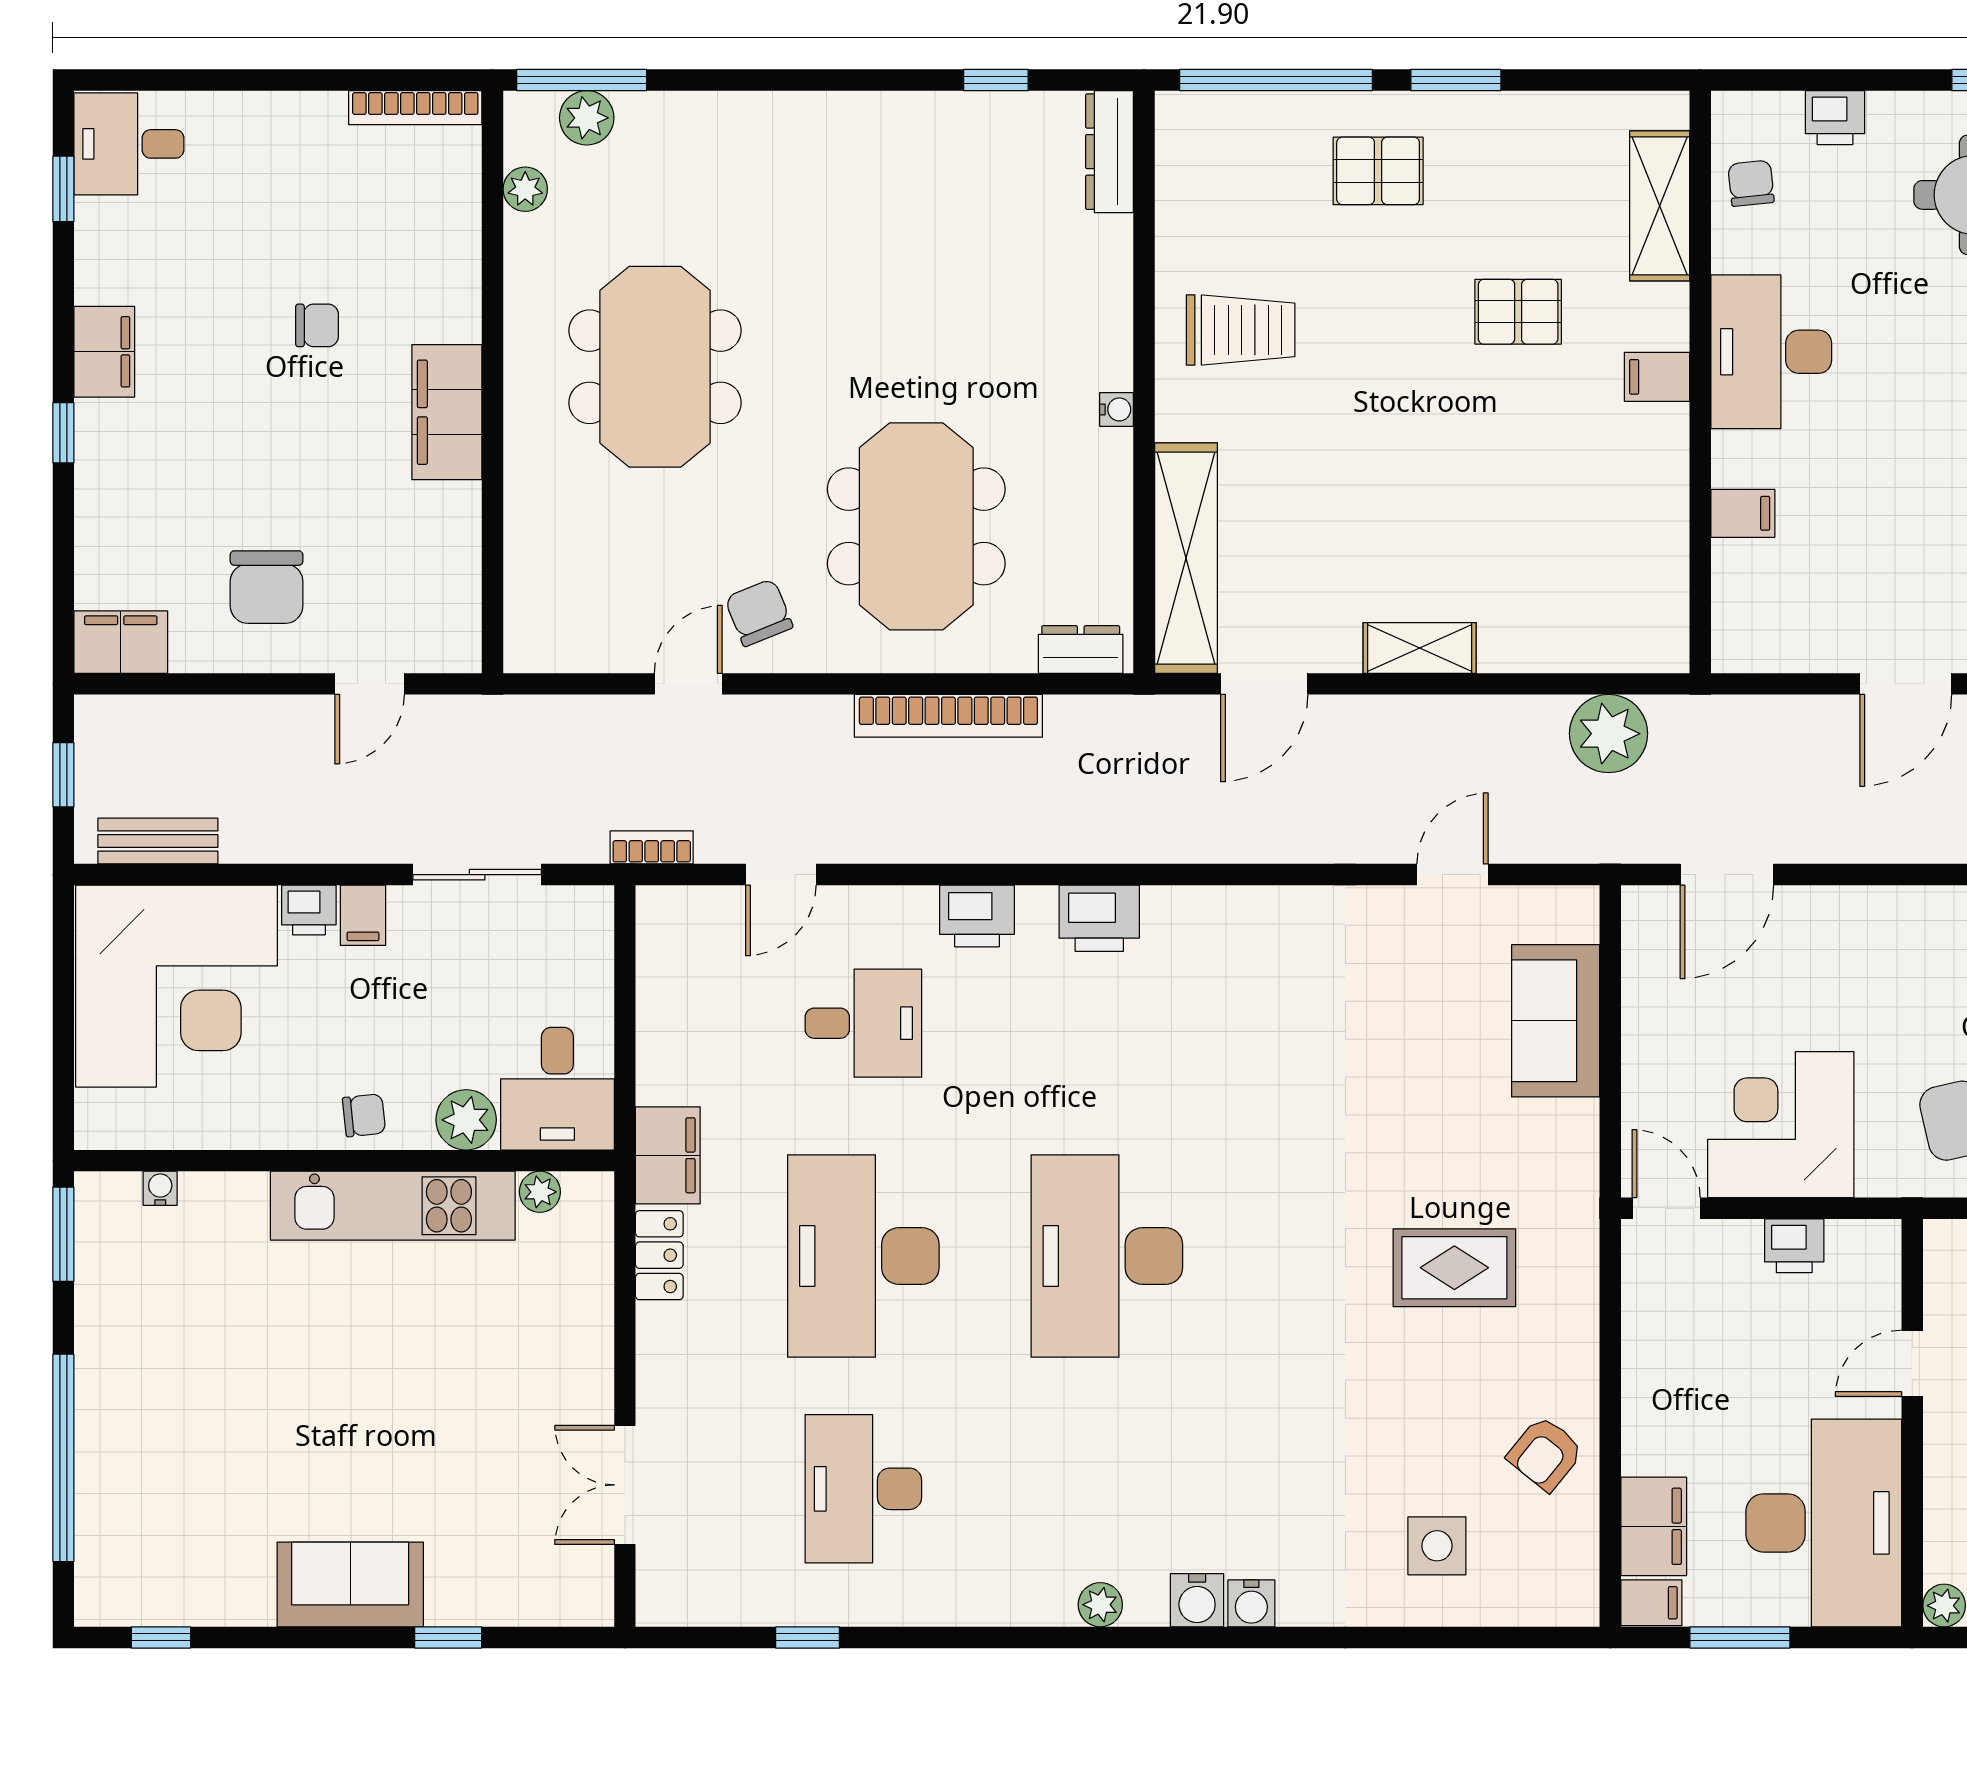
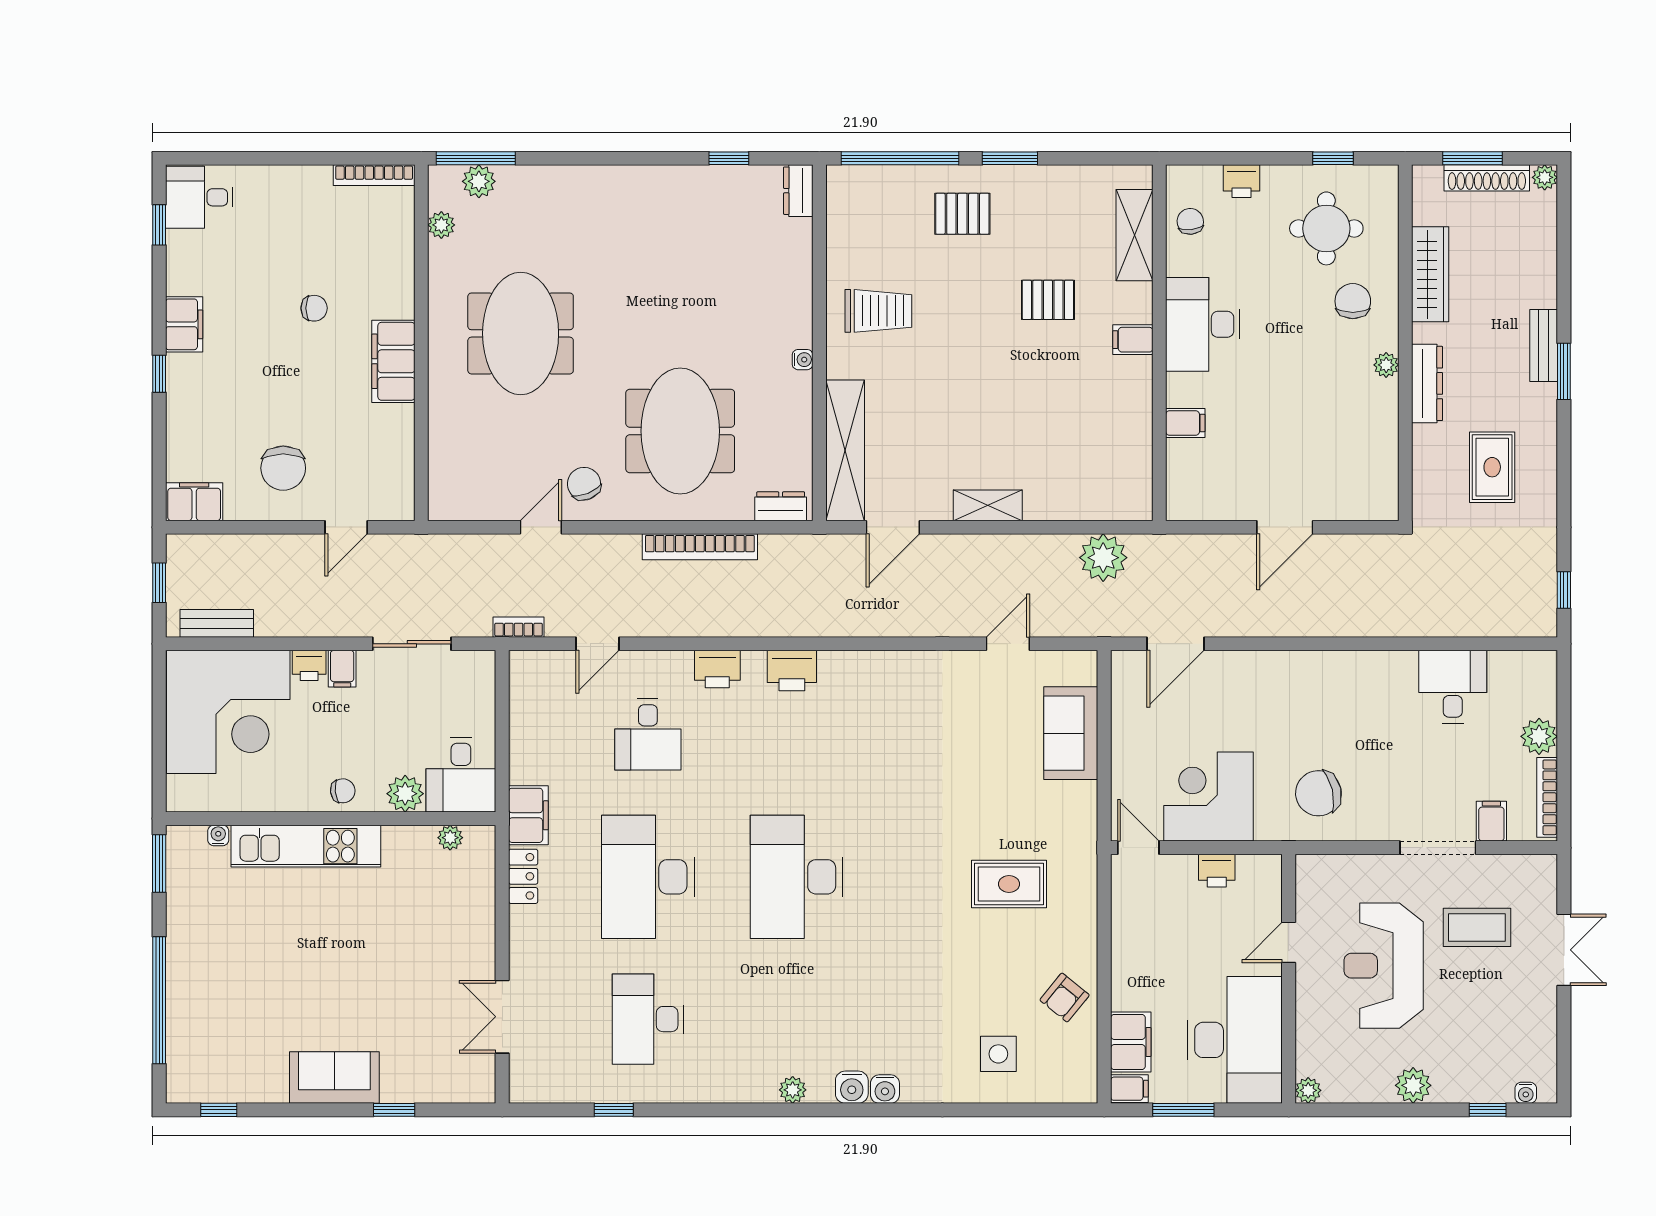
dresser: (1110, 152) -> (798, 191), width x0.70
desk: (863, 1023) -> (648, 735), turned 90
kitchen unit: (393, 1206) -> (306, 846), moved

